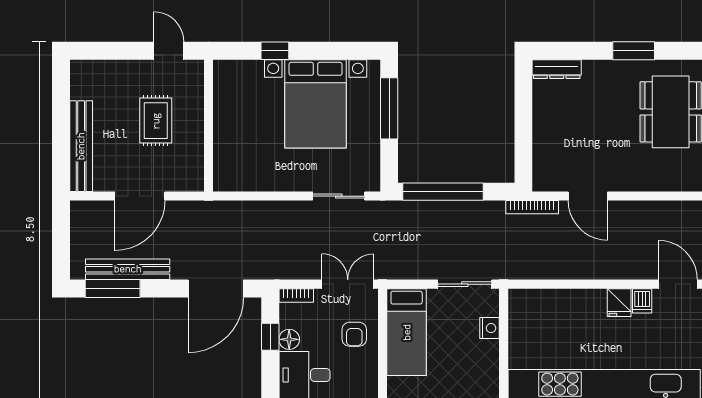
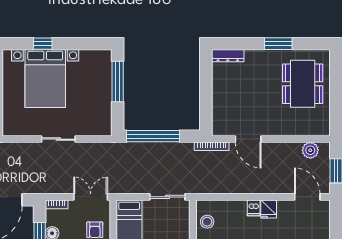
bed with nightstands: (316, 104) -> (45, 79), moved
sliding door: (339, 196) -> (58, 139), moved
plant: (682, 213) -> (310, 150), added
dishwasher: (642, 301) -> (254, 208), moved
stool: (525, 322) -> (207, 222), added
nightstand: (489, 328) -> (184, 226), removed

